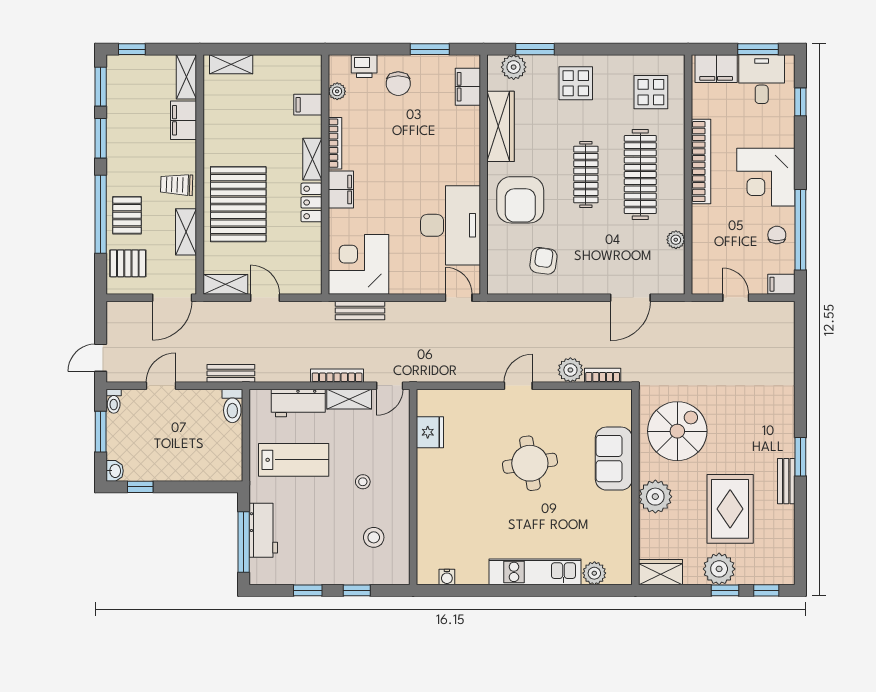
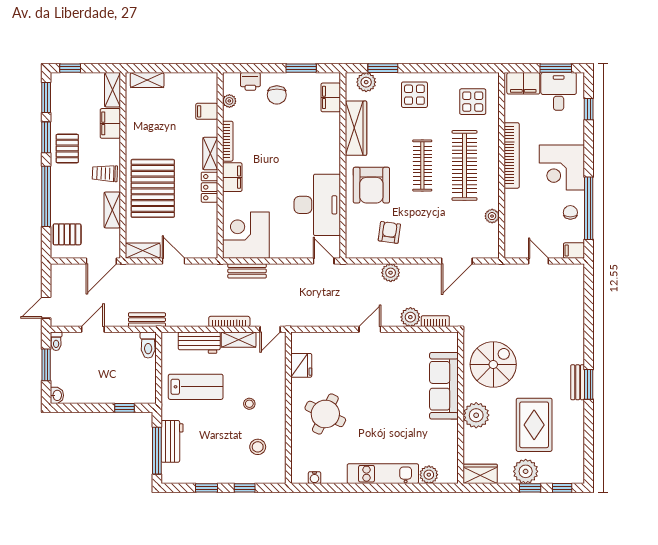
pallet: (127, 215) -> (67, 149), moved
plant: (545, 313) -> (391, 273), added
sofa: (614, 459) -> (444, 386), width x1.36
round table: (530, 463) -> (325, 414), moved, turned 35
bench: (786, 481) -> (578, 382), moved
window: (140, 487) -> (124, 408), moved

